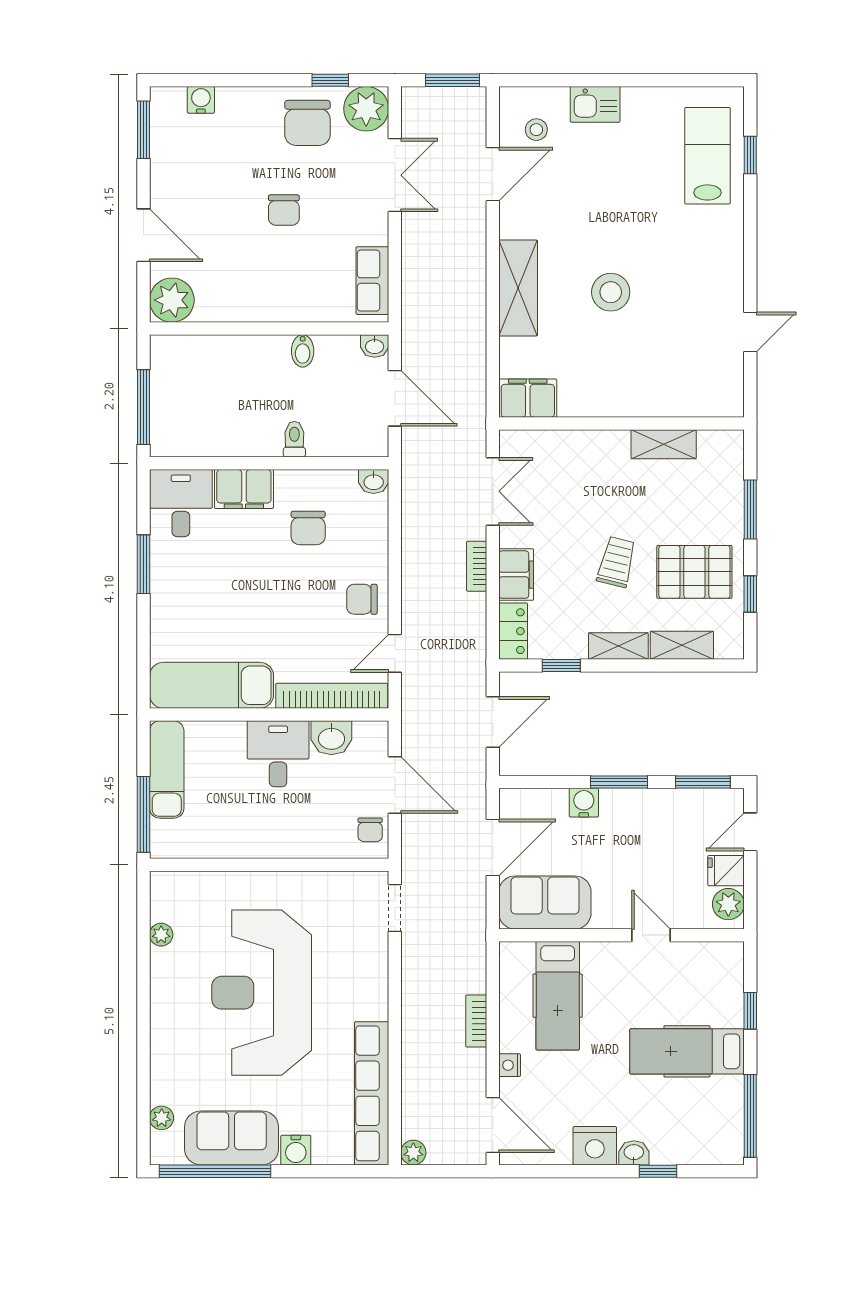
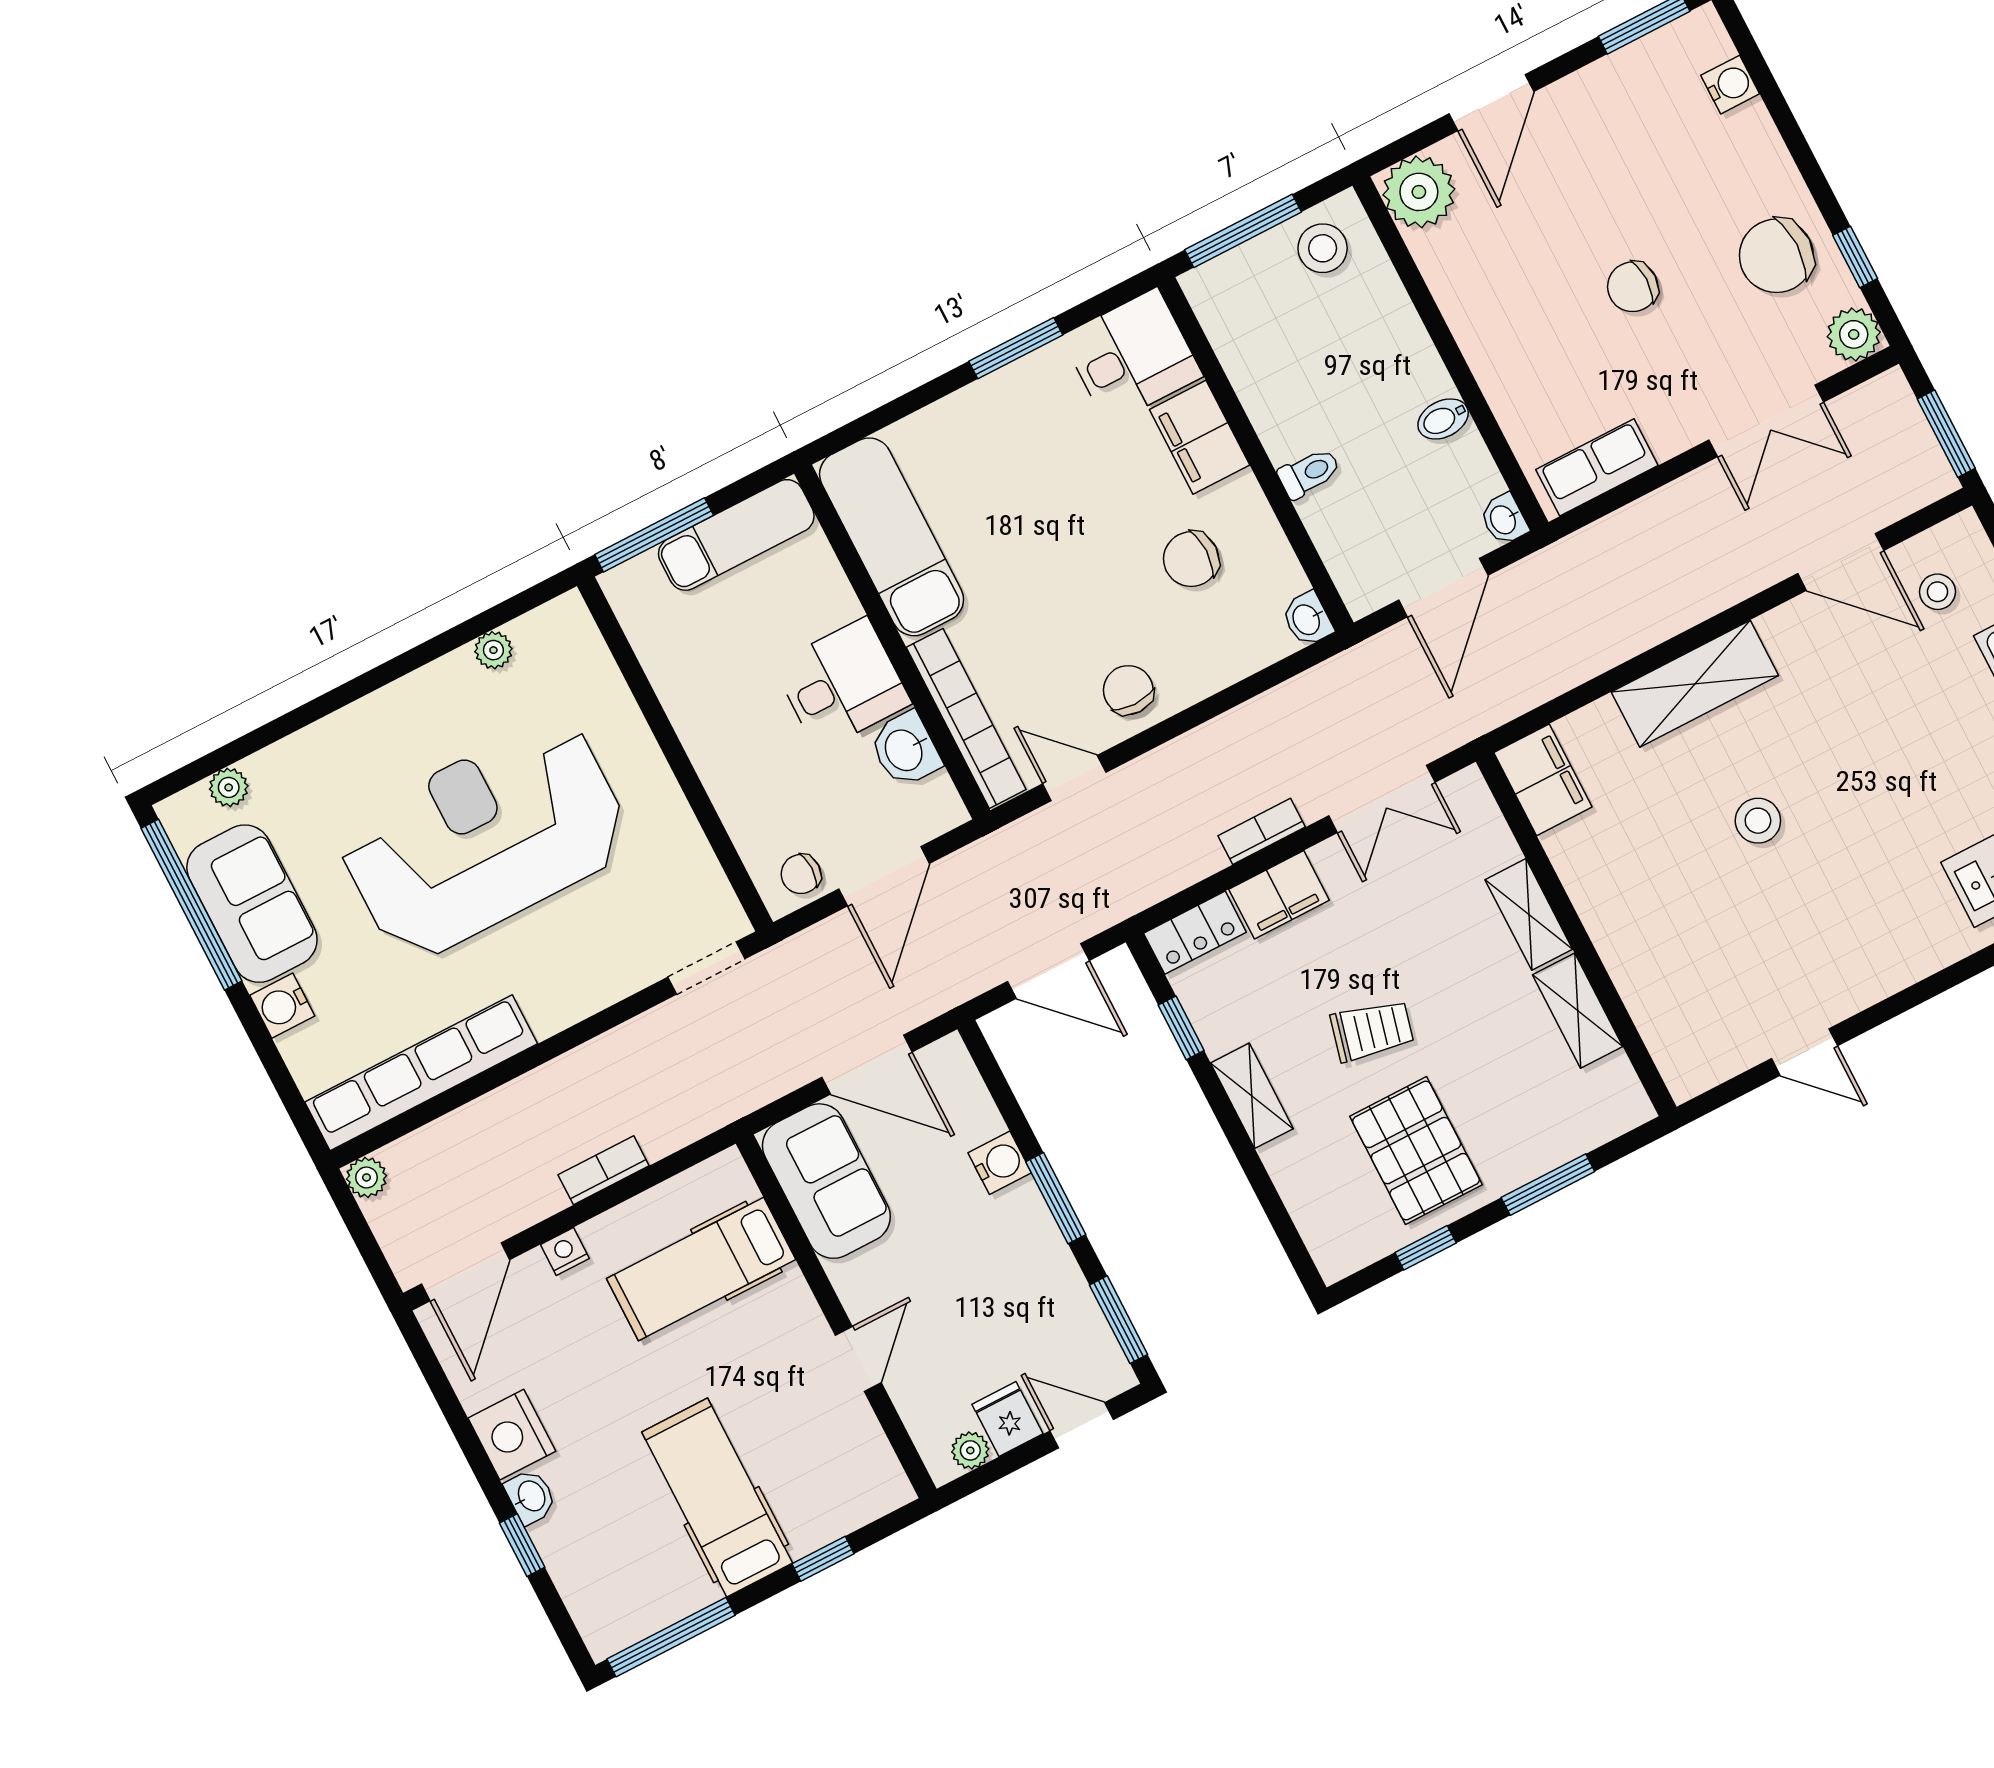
plant: (366, 109) -> (1854, 334), width x0.73, depth x0.73
stool: (611, 292) -> (1758, 821), width x0.73, depth x0.73
stool: (175, 369) -> (1323, 248), added
shelving: (682, 645) -> (1529, 914), moved
plant: (728, 904) -> (970, 1450), width x0.73, depth x0.73

